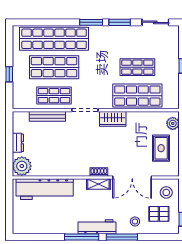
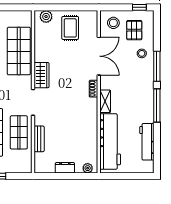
bench: (47, 116) -> (39, 139), width x0.73
rug: (161, 148) -> (70, 28), turned 90
plant: (22, 166) -> (88, 168), width x0.53, depth x0.53
shelving: (98, 184) -> (105, 101), moved
workbench: (97, 227) -> (147, 142), moved

